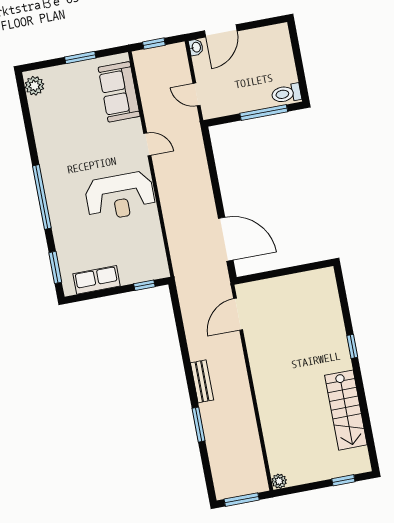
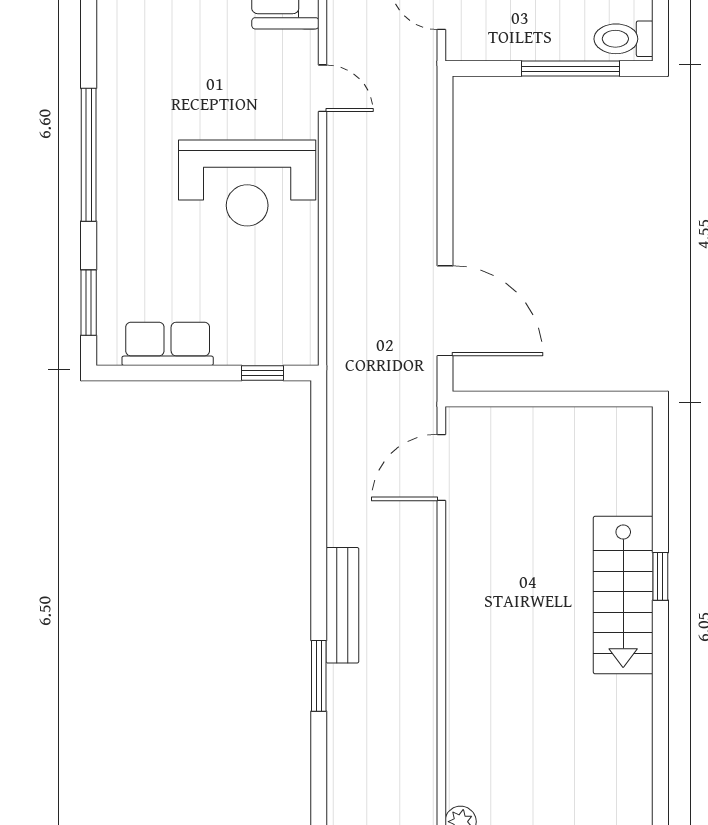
bench: (202, 381) -> (342, 605), width x1.36
stairs: (346, 410) -> (623, 595), moved

